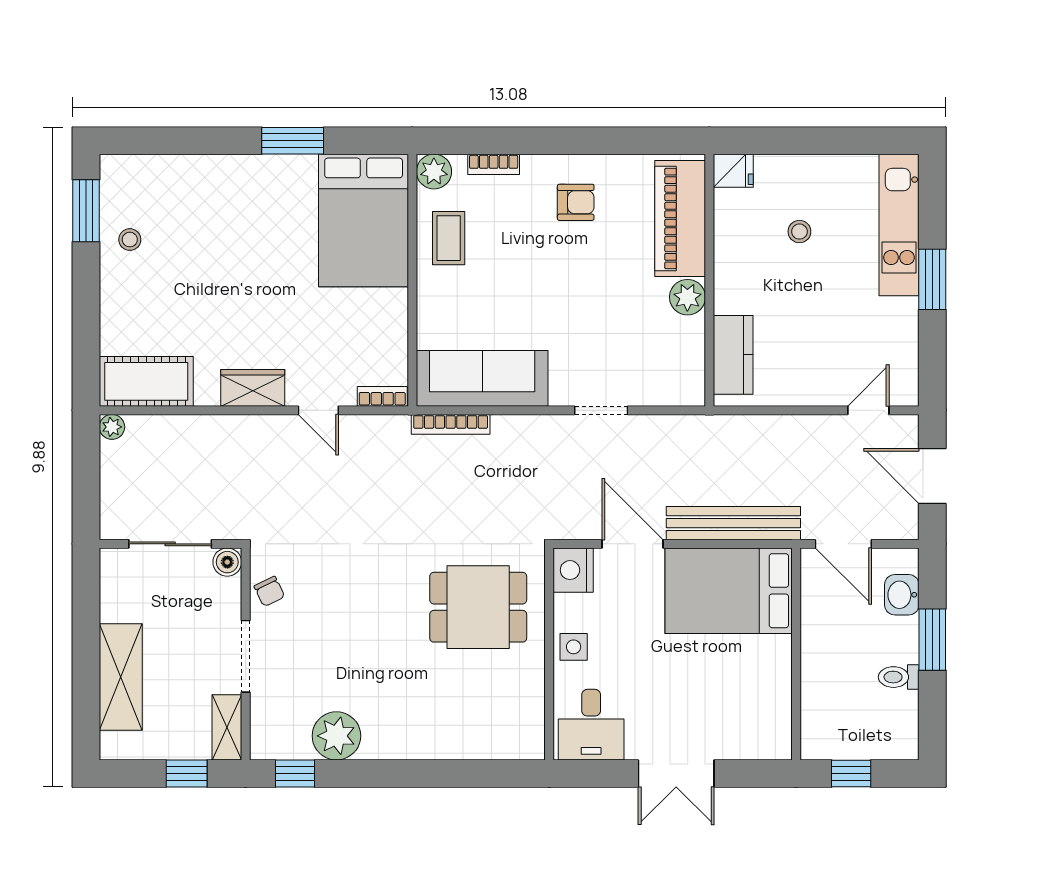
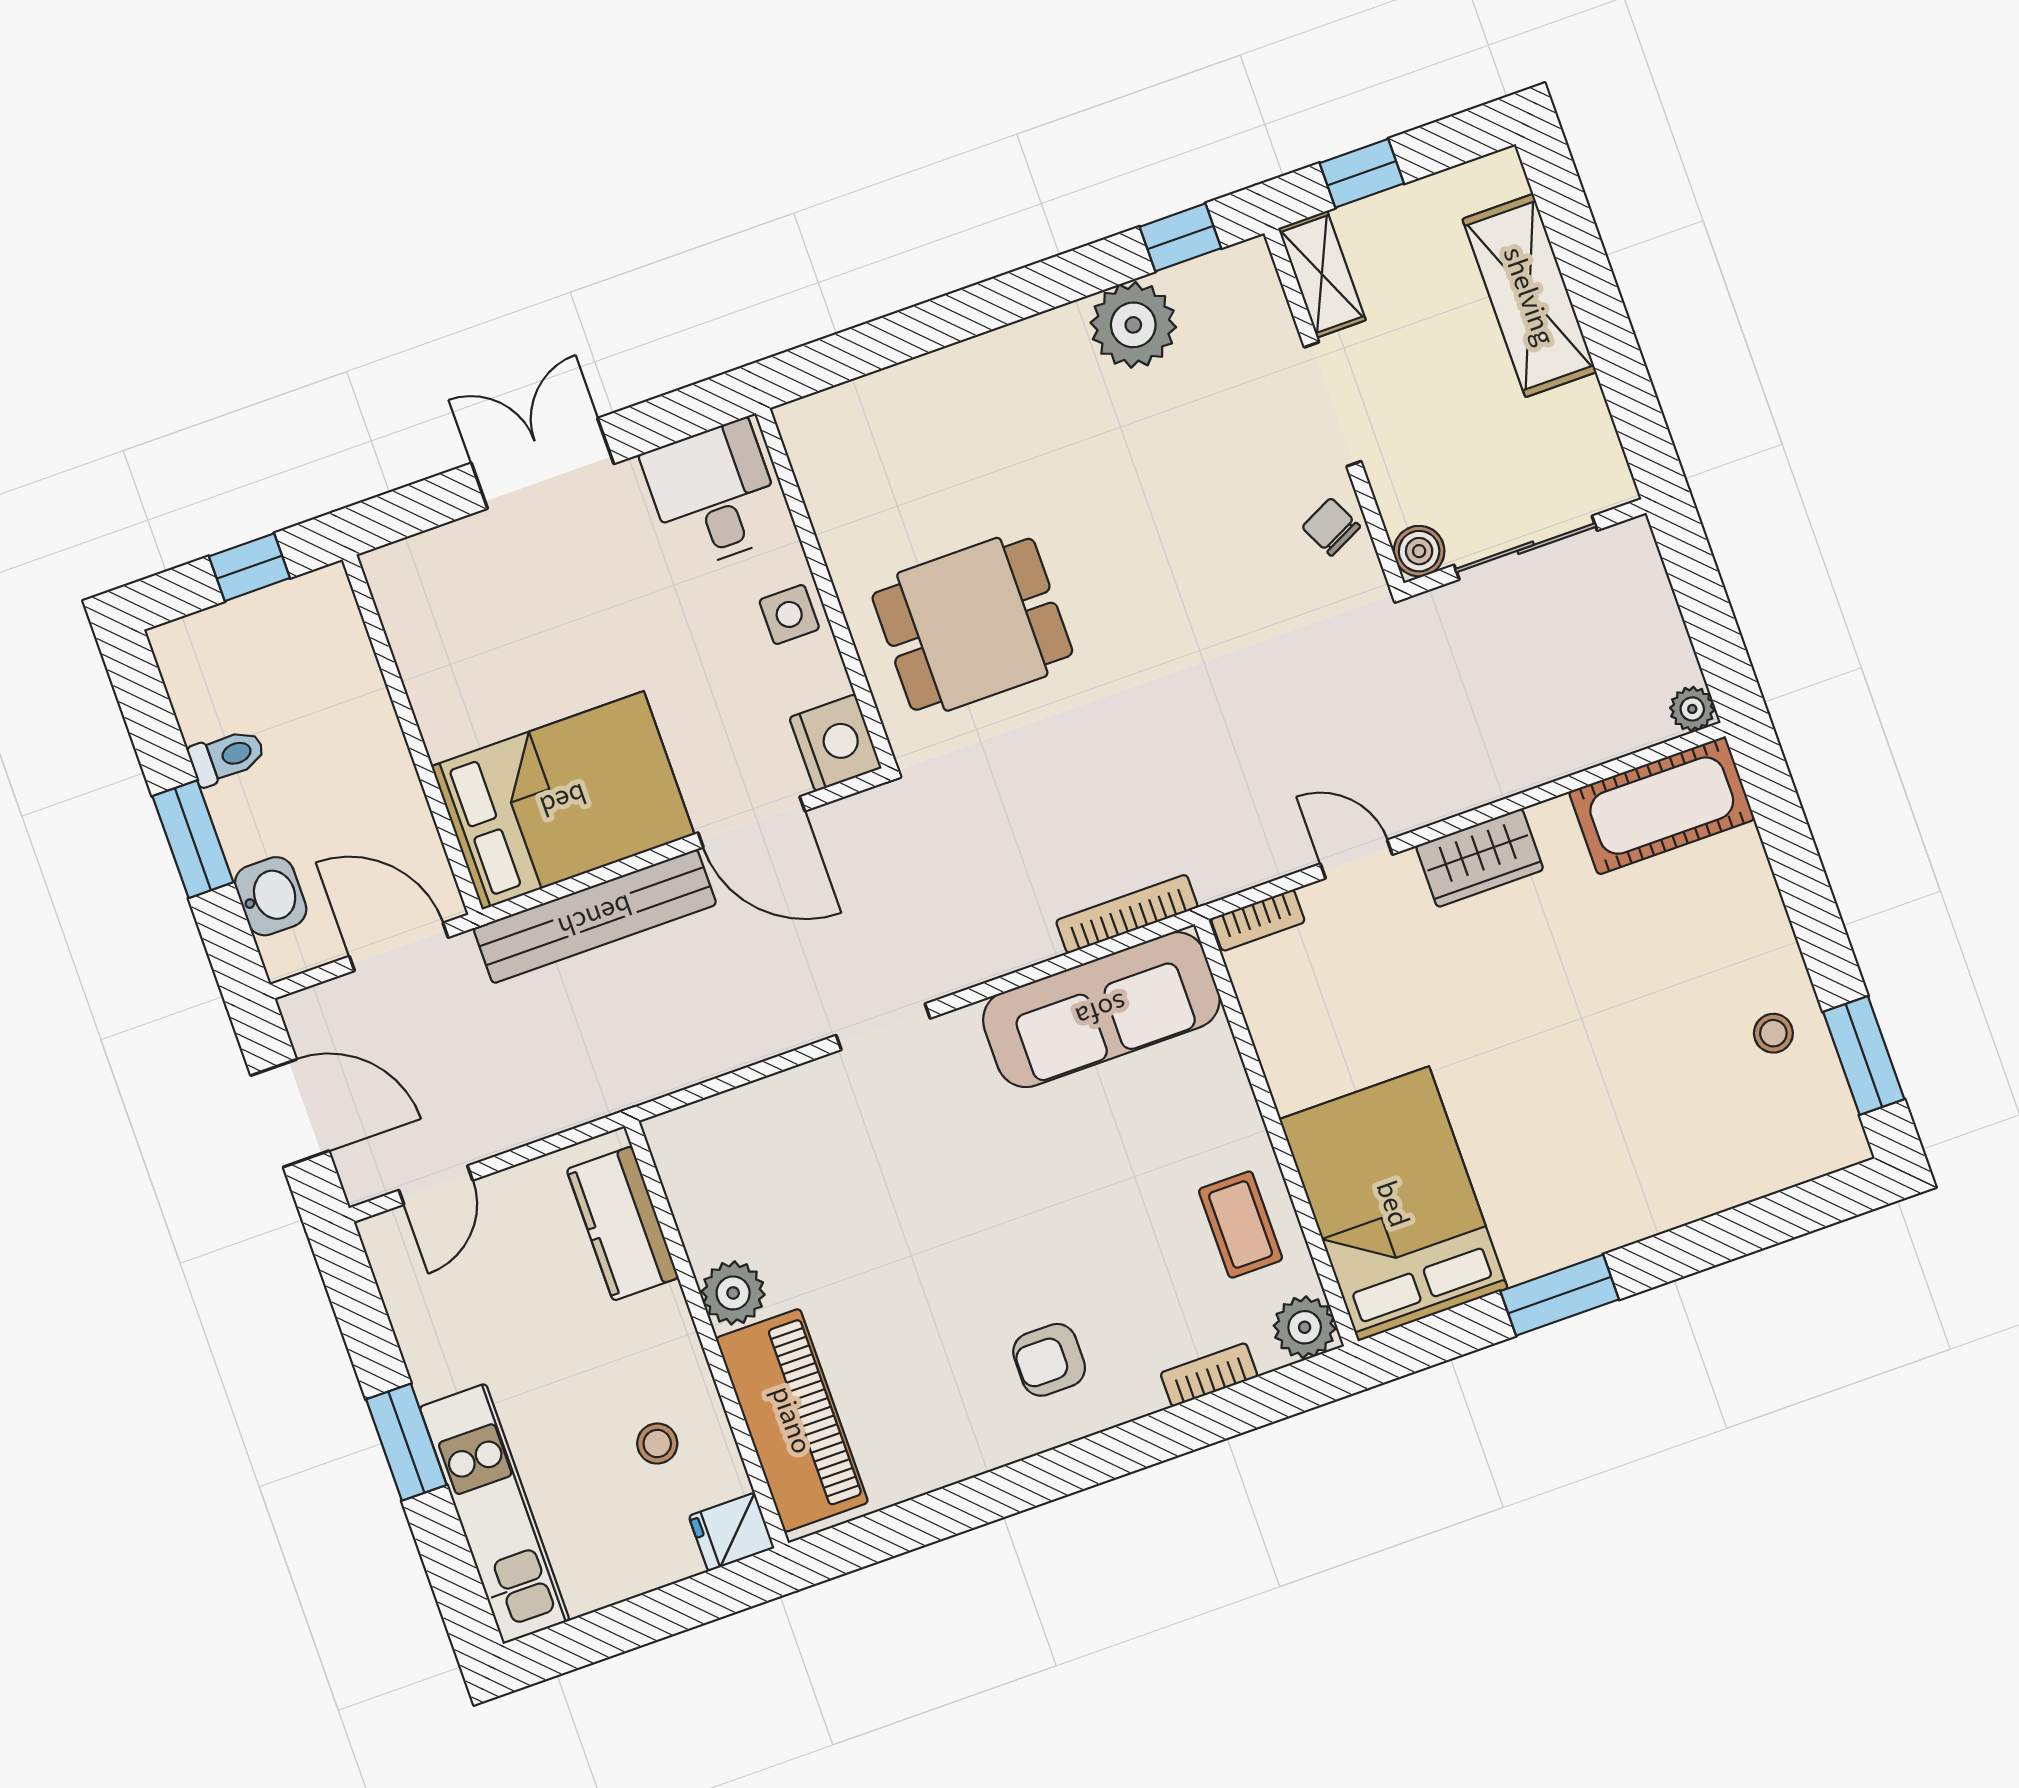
fridge: (733, 171) -> (731, 1532), moved
piano: (680, 219) -> (792, 1420), moved
wall: (709, 280) -> (707, 1334), moved
plant: (687, 297) -> (733, 1293), moved
kitchen counter: (733, 355) -> (623, 1224), moved

